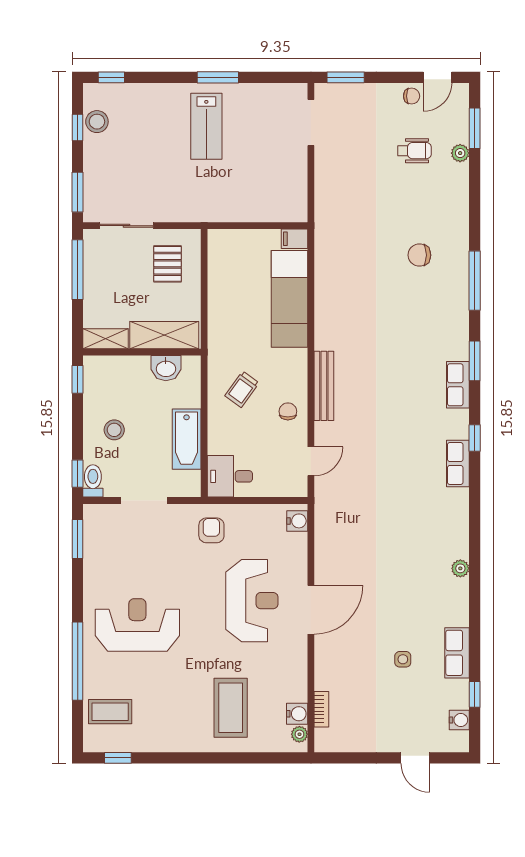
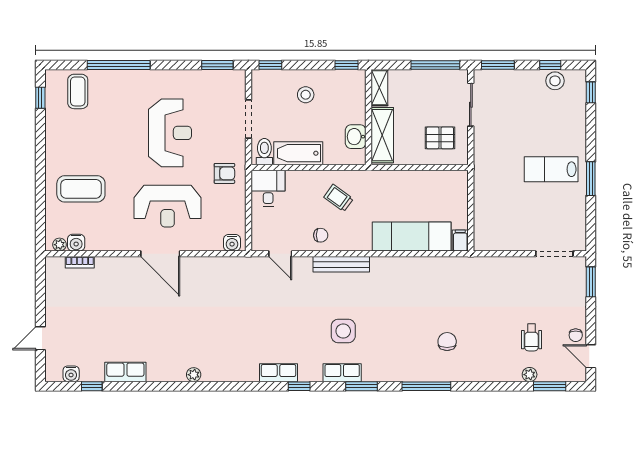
toilet: (93, 481) -> (264, 152), moved, turned -90
reception desk: (137, 625) -> (170, 133), moved
side table: (403, 659) -> (343, 331), moved, width x1.87, depth x1.87

